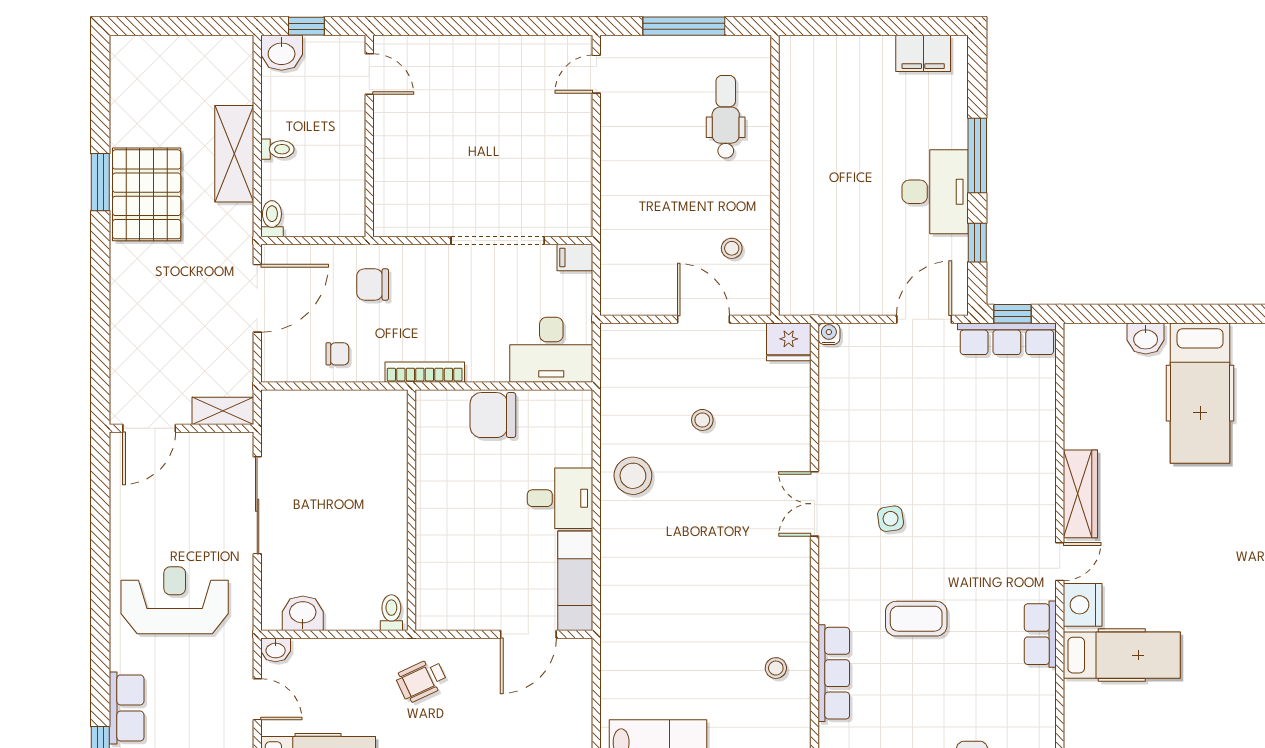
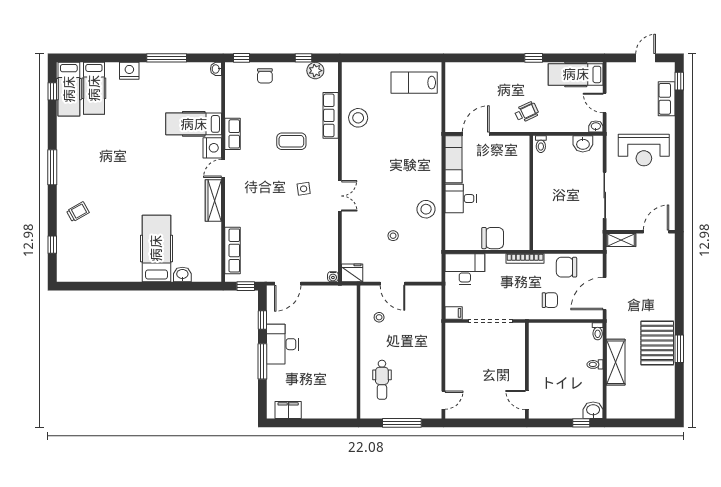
door: (369, 74) -> (527, 400), moved
wall: (369, 136) -> (527, 371), moved
row of seats: (1007, 339) -> (233, 250), moved, turned 90
chair: (337, 354) -> (567, 267), width x1.87, depth x1.87
stool: (776, 668) -> (358, 118), width x1.89, depth x1.89

